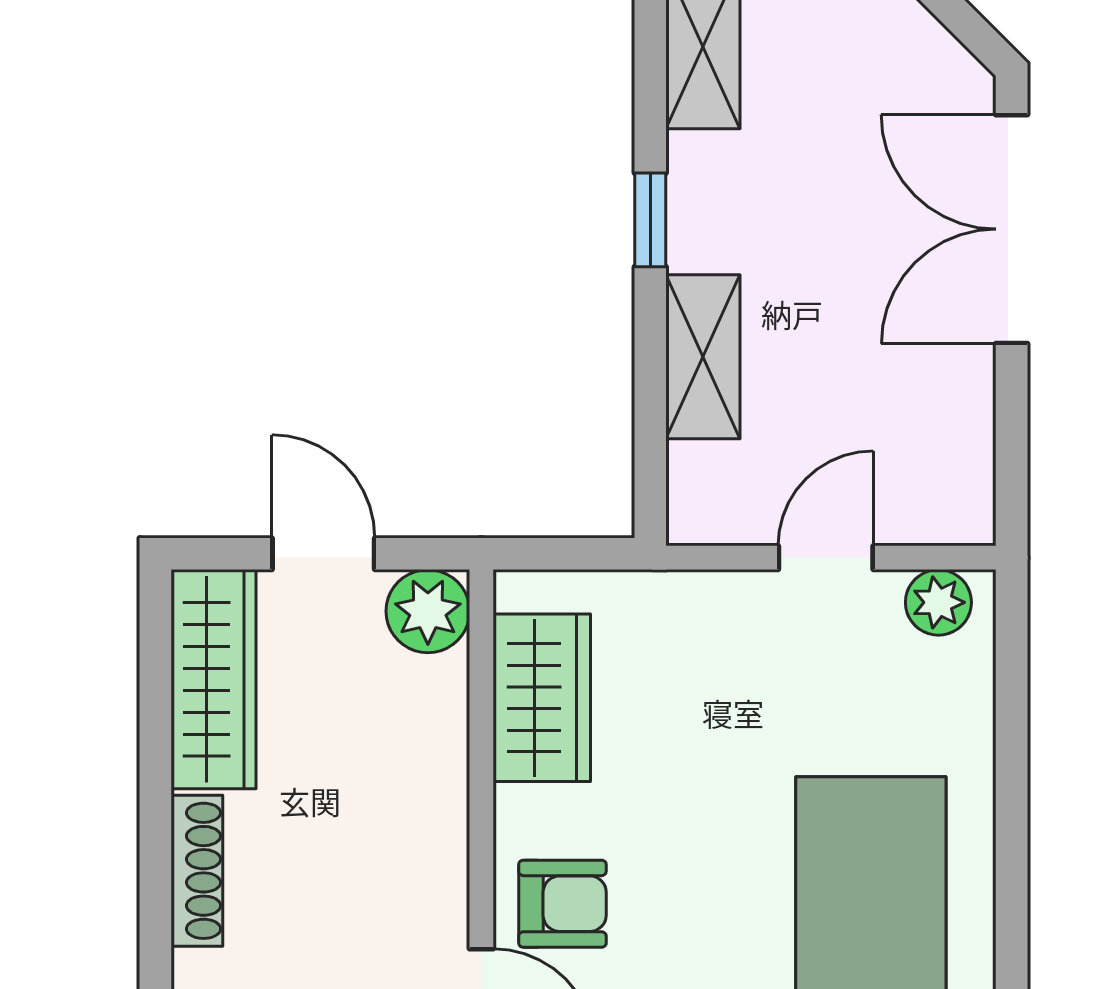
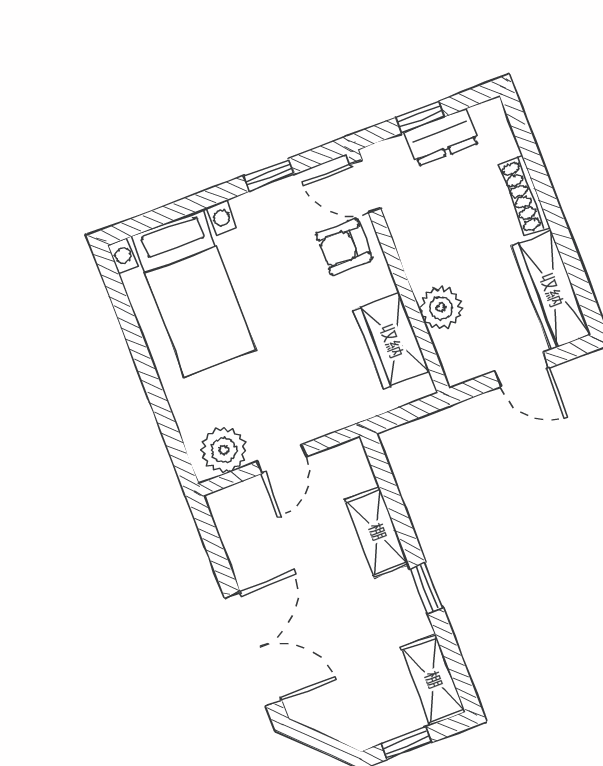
plant: (938, 602) -> (224, 450), width x1.38, depth x1.38
plant: (428, 611) -> (441, 308), moved

